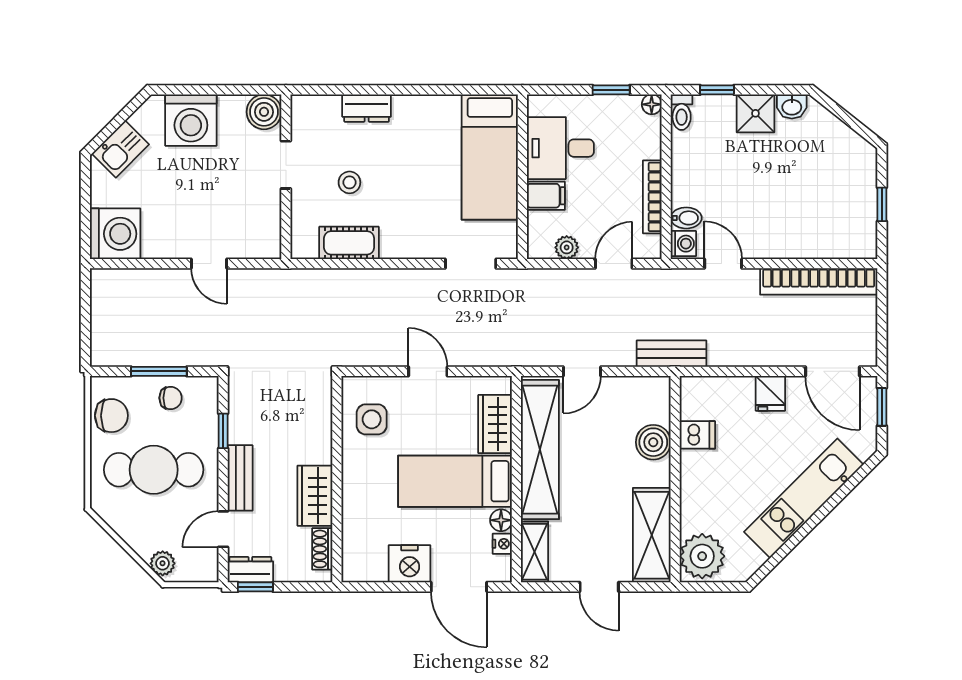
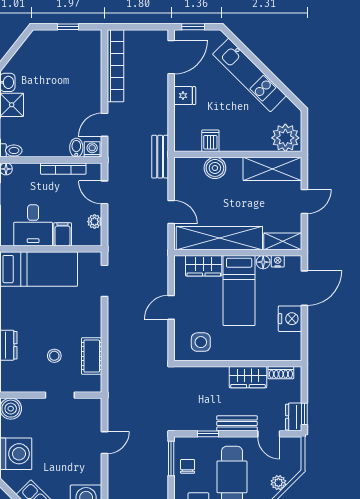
doorway: (286, 165) -> (60, 395), moved
window: (159, 371) -> (171, 459), moved
plant: (163, 563) -> (278, 483), moved

